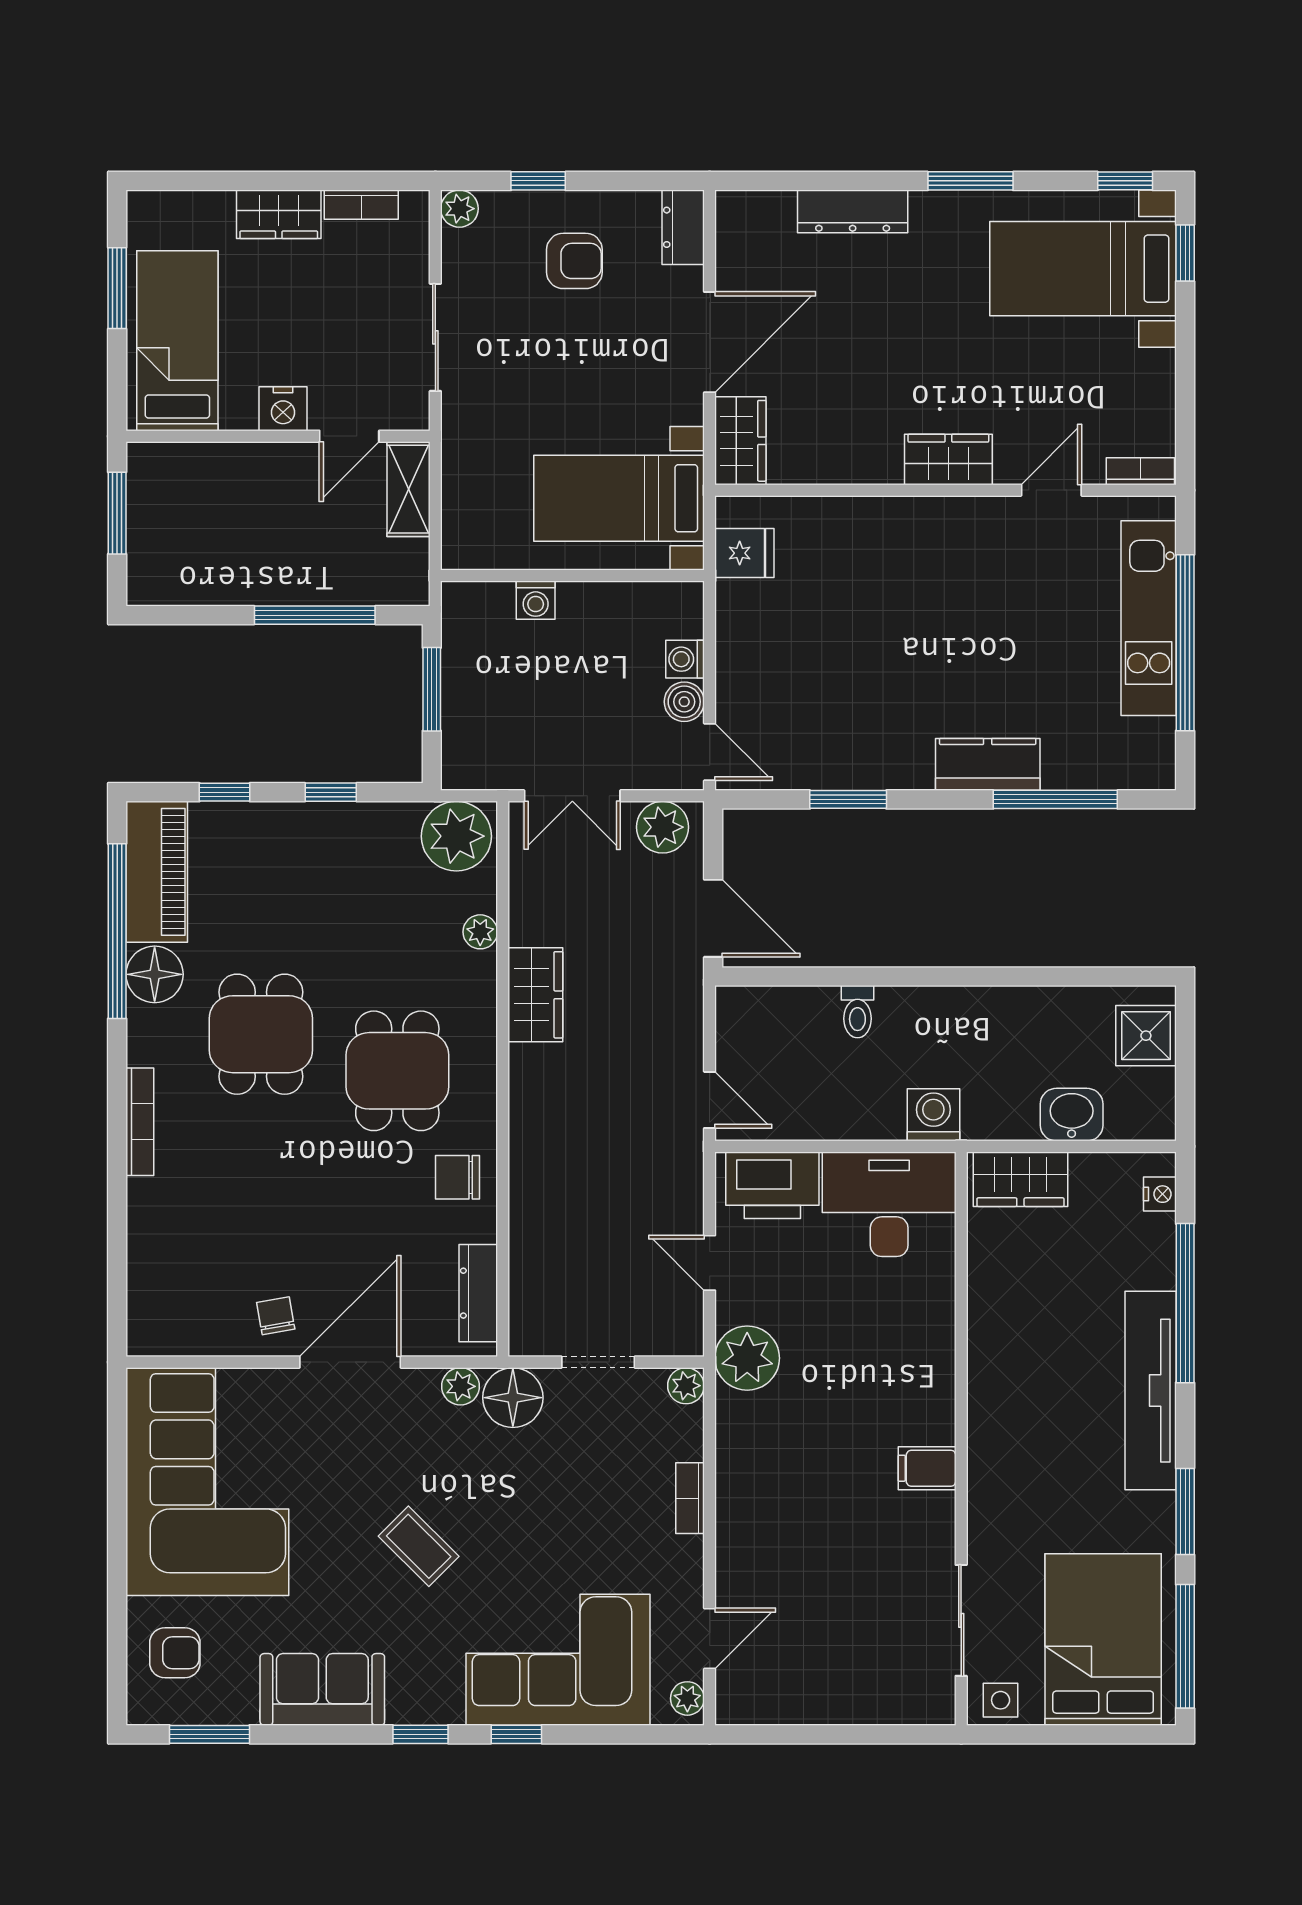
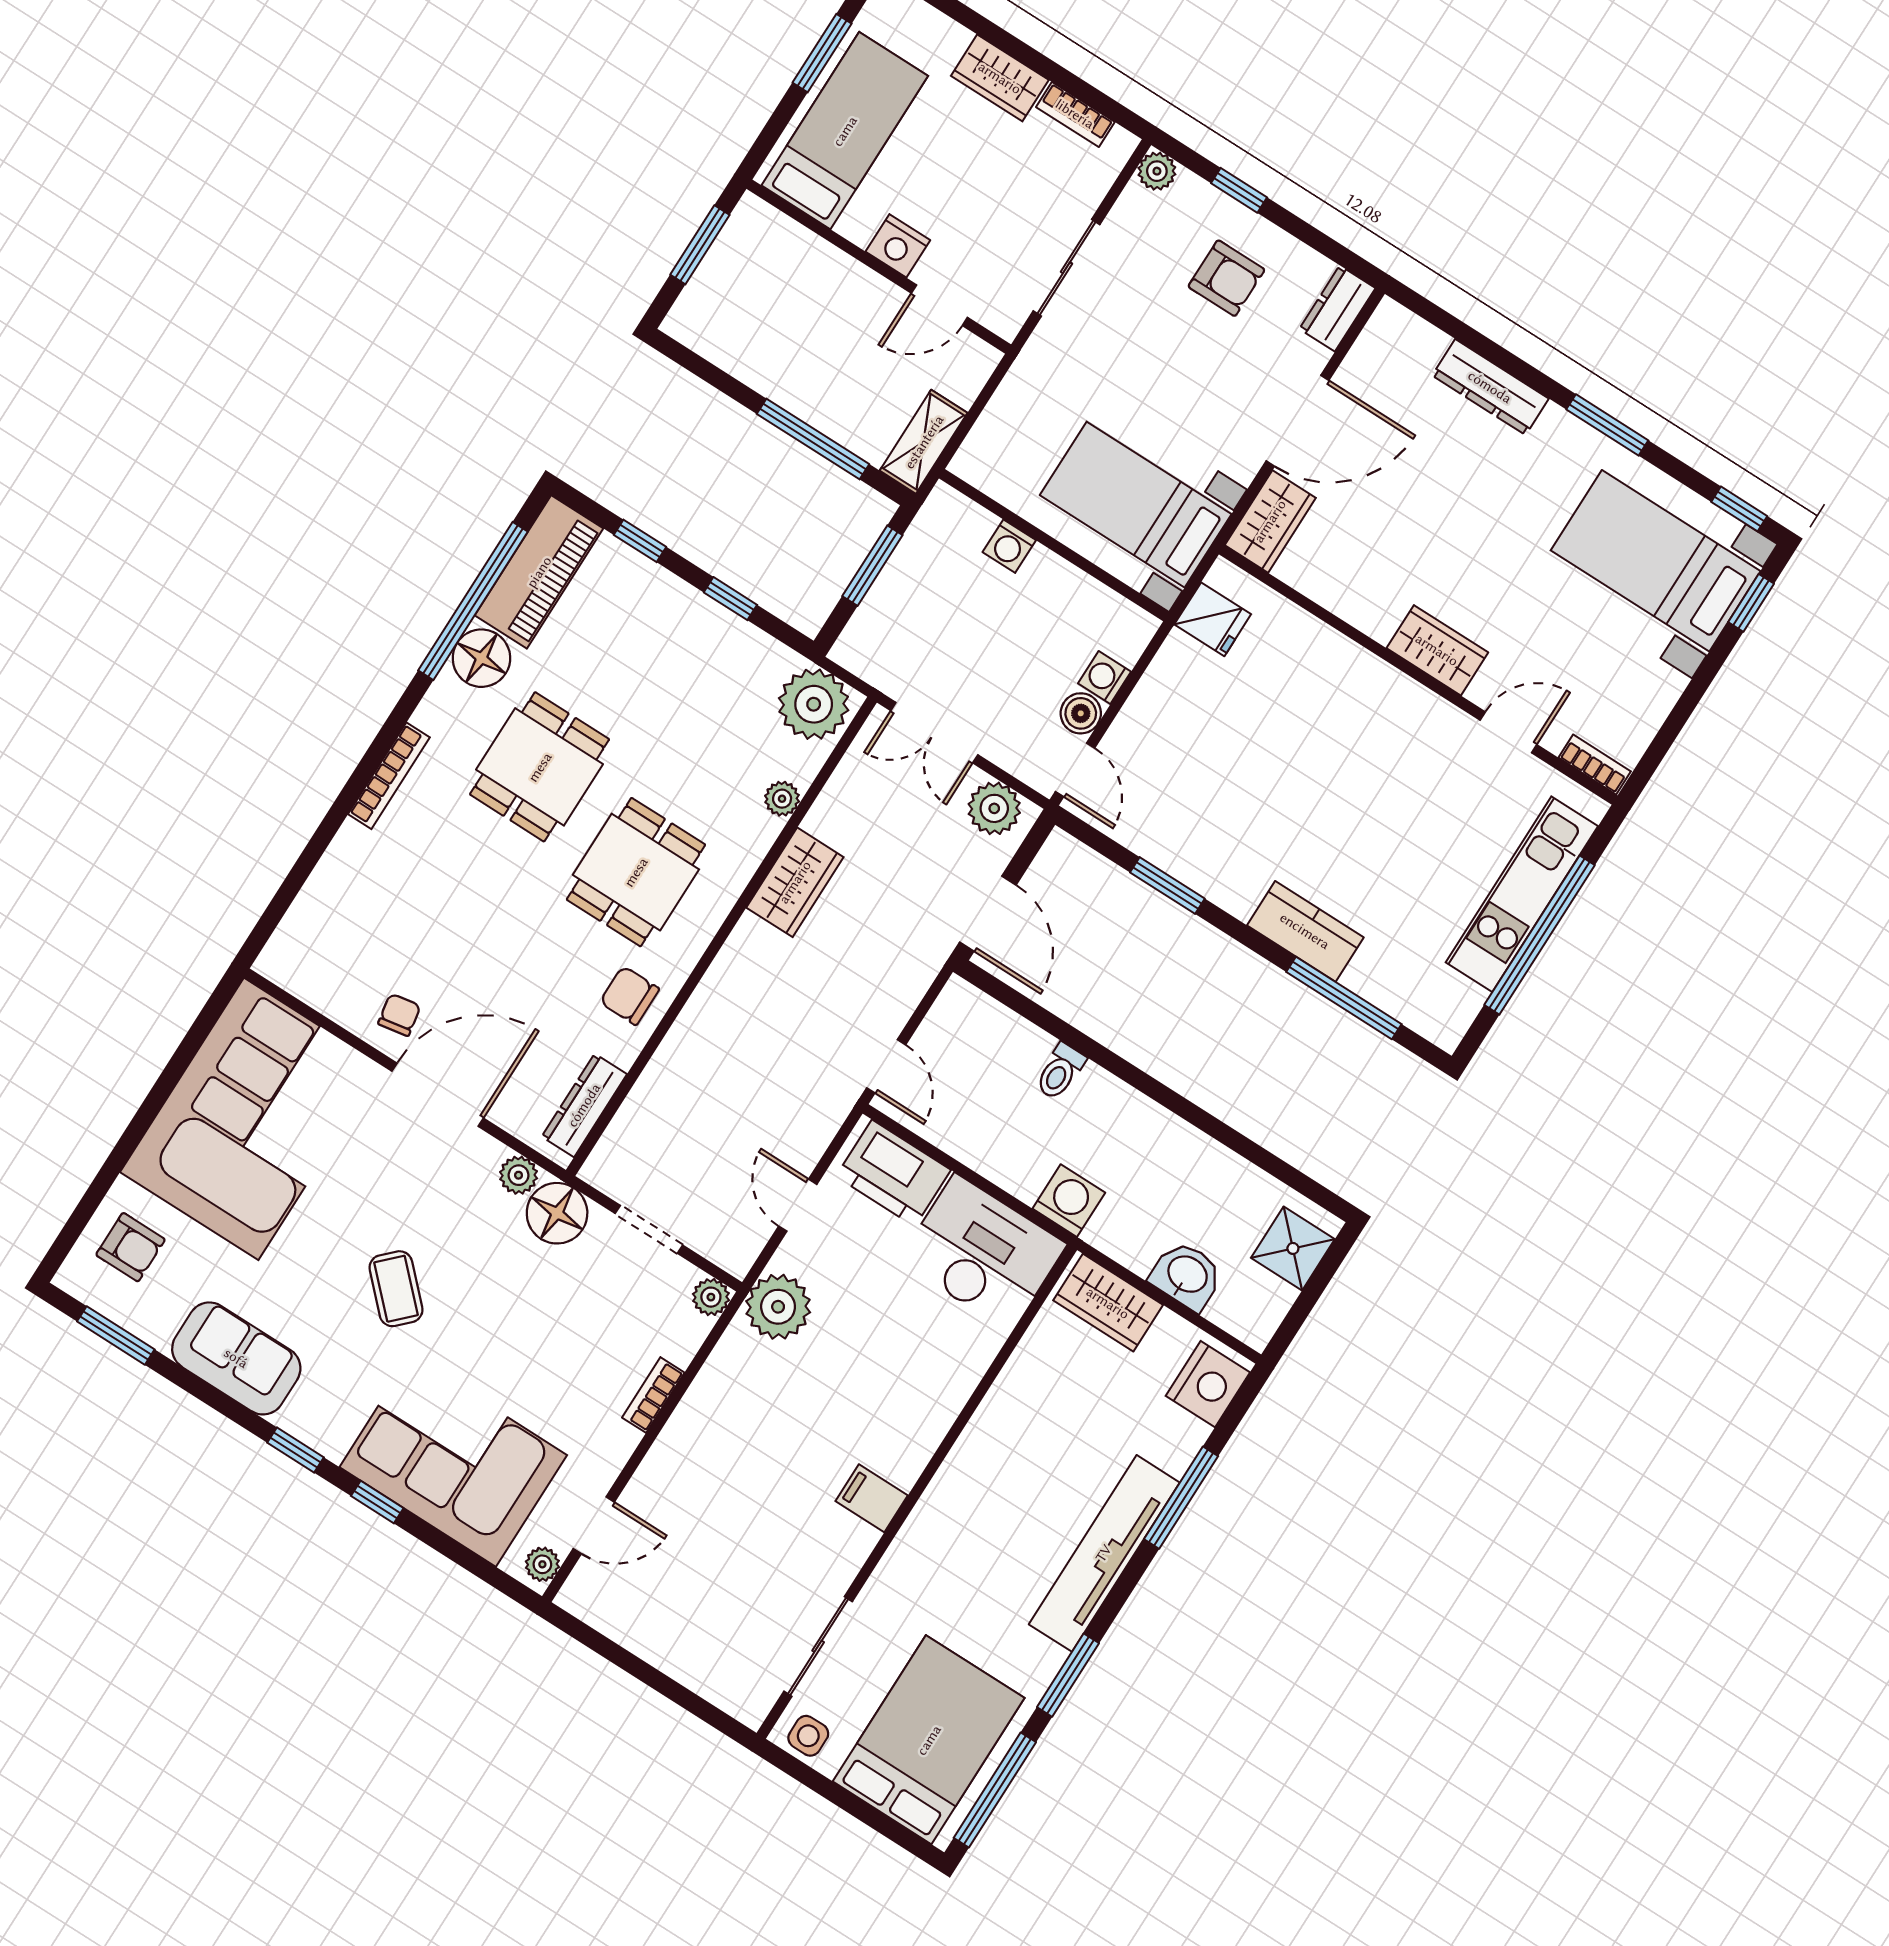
shelving: (409, 489) -> (924, 442), moved
nightstand: (1160, 1194) -> (1208, 1384), width x1.89, depth x1.79
window: (1185, 1303) -> (1181, 1498), width x0.68

